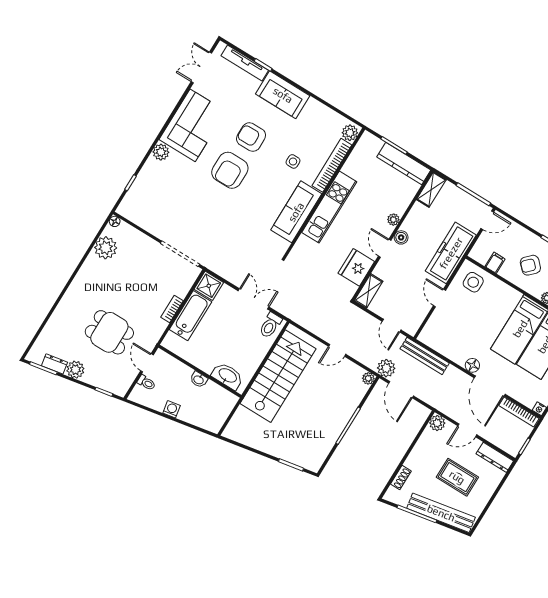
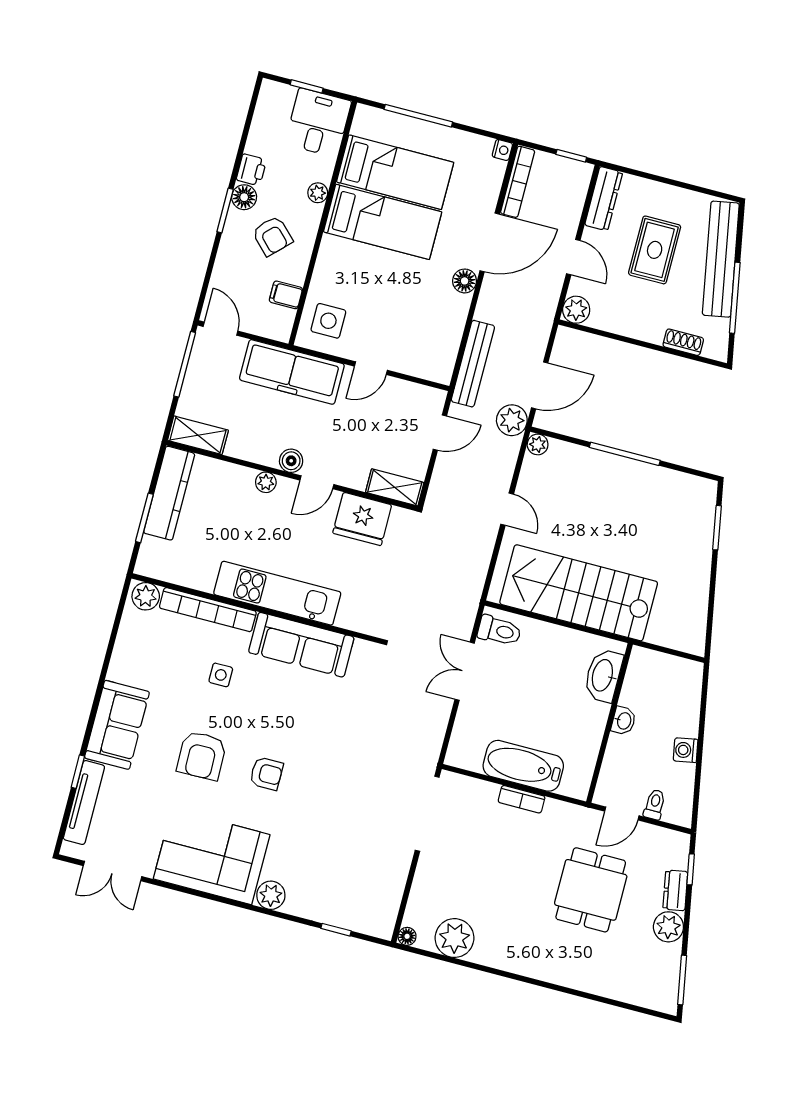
armchair: (230, 170) -> (266, 774), width x0.53, depth x0.53
shower: (209, 286) -> (465, 751), removed
dresser: (54, 364) -> (675, 890), moved

